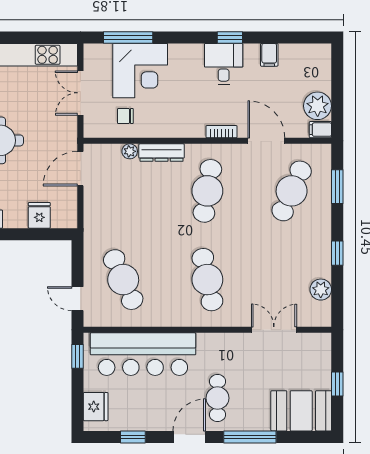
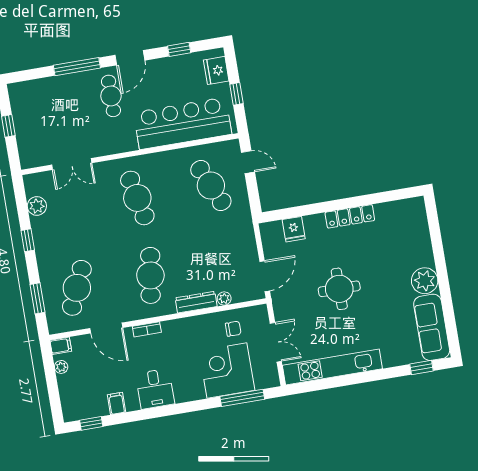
window: (230, 37) -> (91, 423), moved
plant: (318, 106) -> (61, 367), width x0.53, depth x0.53
window: (77, 356) -> (236, 94), moved
booth: (301, 411) -> (36, 97), removed

